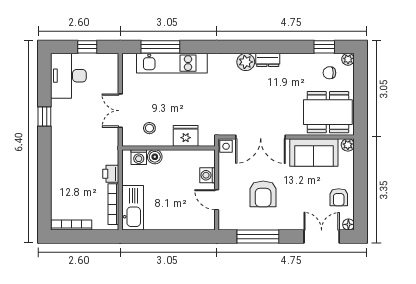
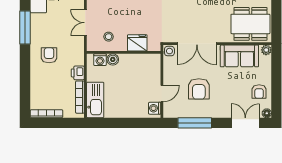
window: (44, 117) -> (25, 27), width x2.17
armchair: (75, 152) -> (49, 55), added
washing machine: (208, 175) -> (155, 108), moved
door: (217, 200) -> (162, 94), swing flipped

